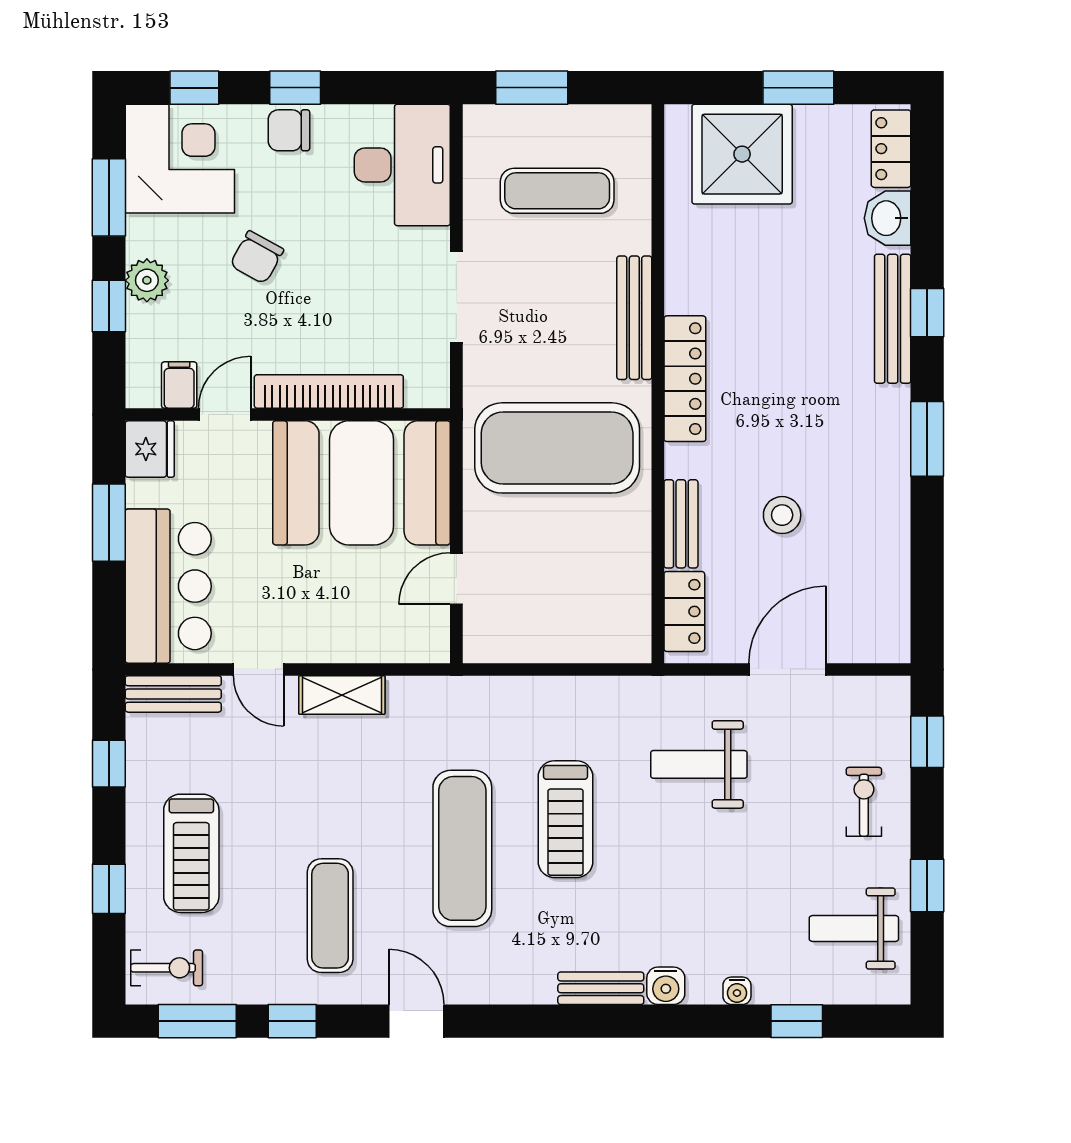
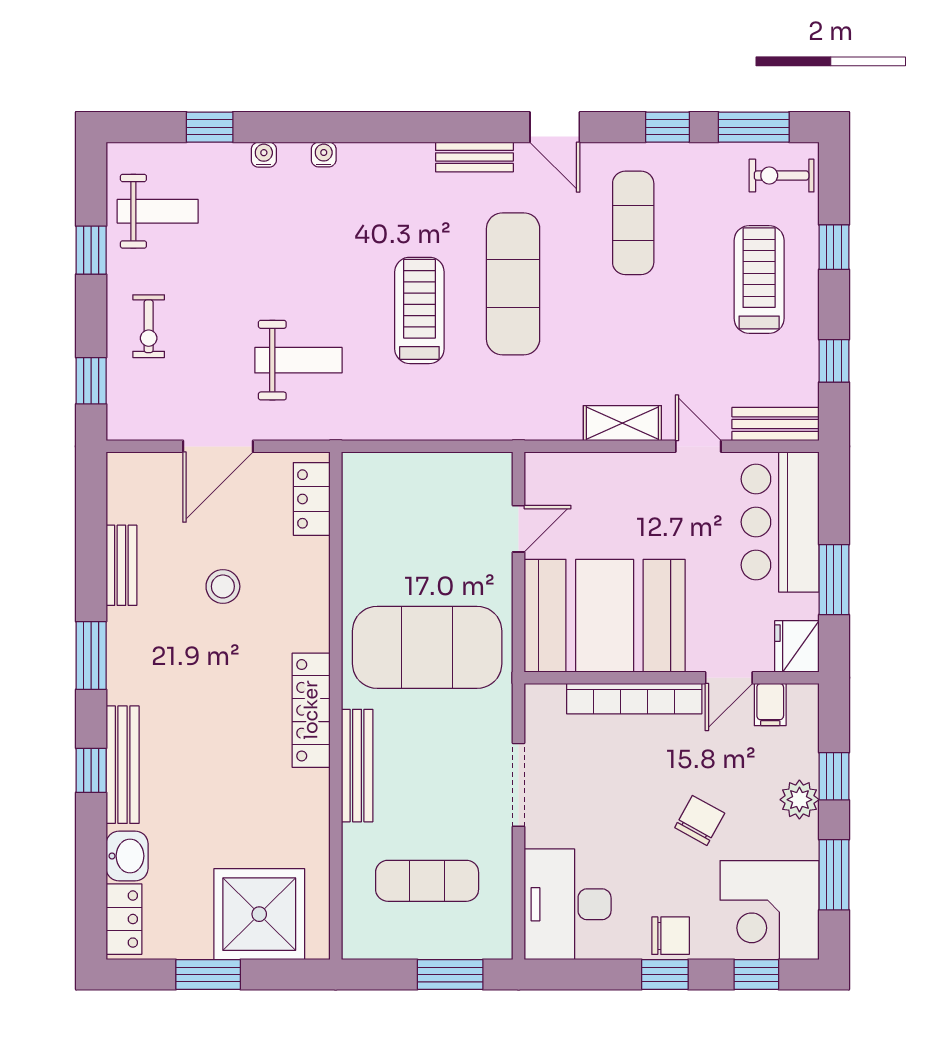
bench: (681, 524) -> (121, 565), moved
water cooler: (666, 986) -> (324, 155), width x0.72, depth x0.72
bench: (601, 988) -> (474, 157), moved

